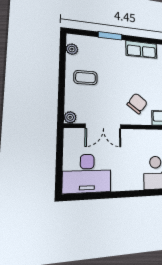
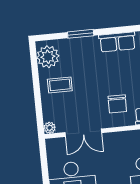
plant: (72, 49) -> (48, 57), width x1.88, depth x1.88
chair: (137, 103) -> (117, 104), turned 144

